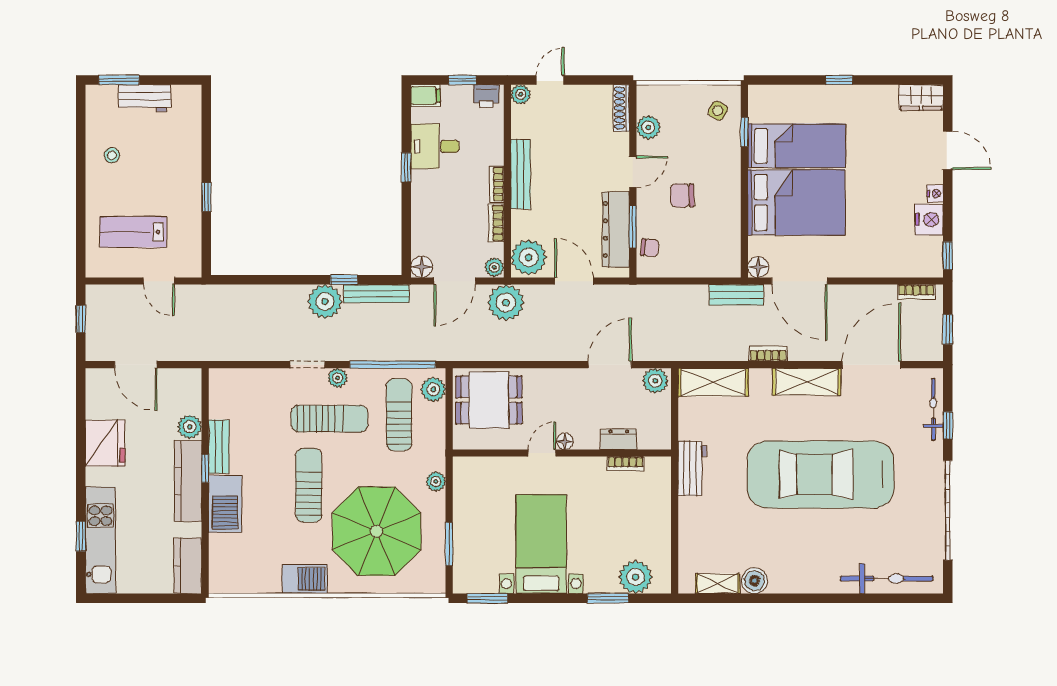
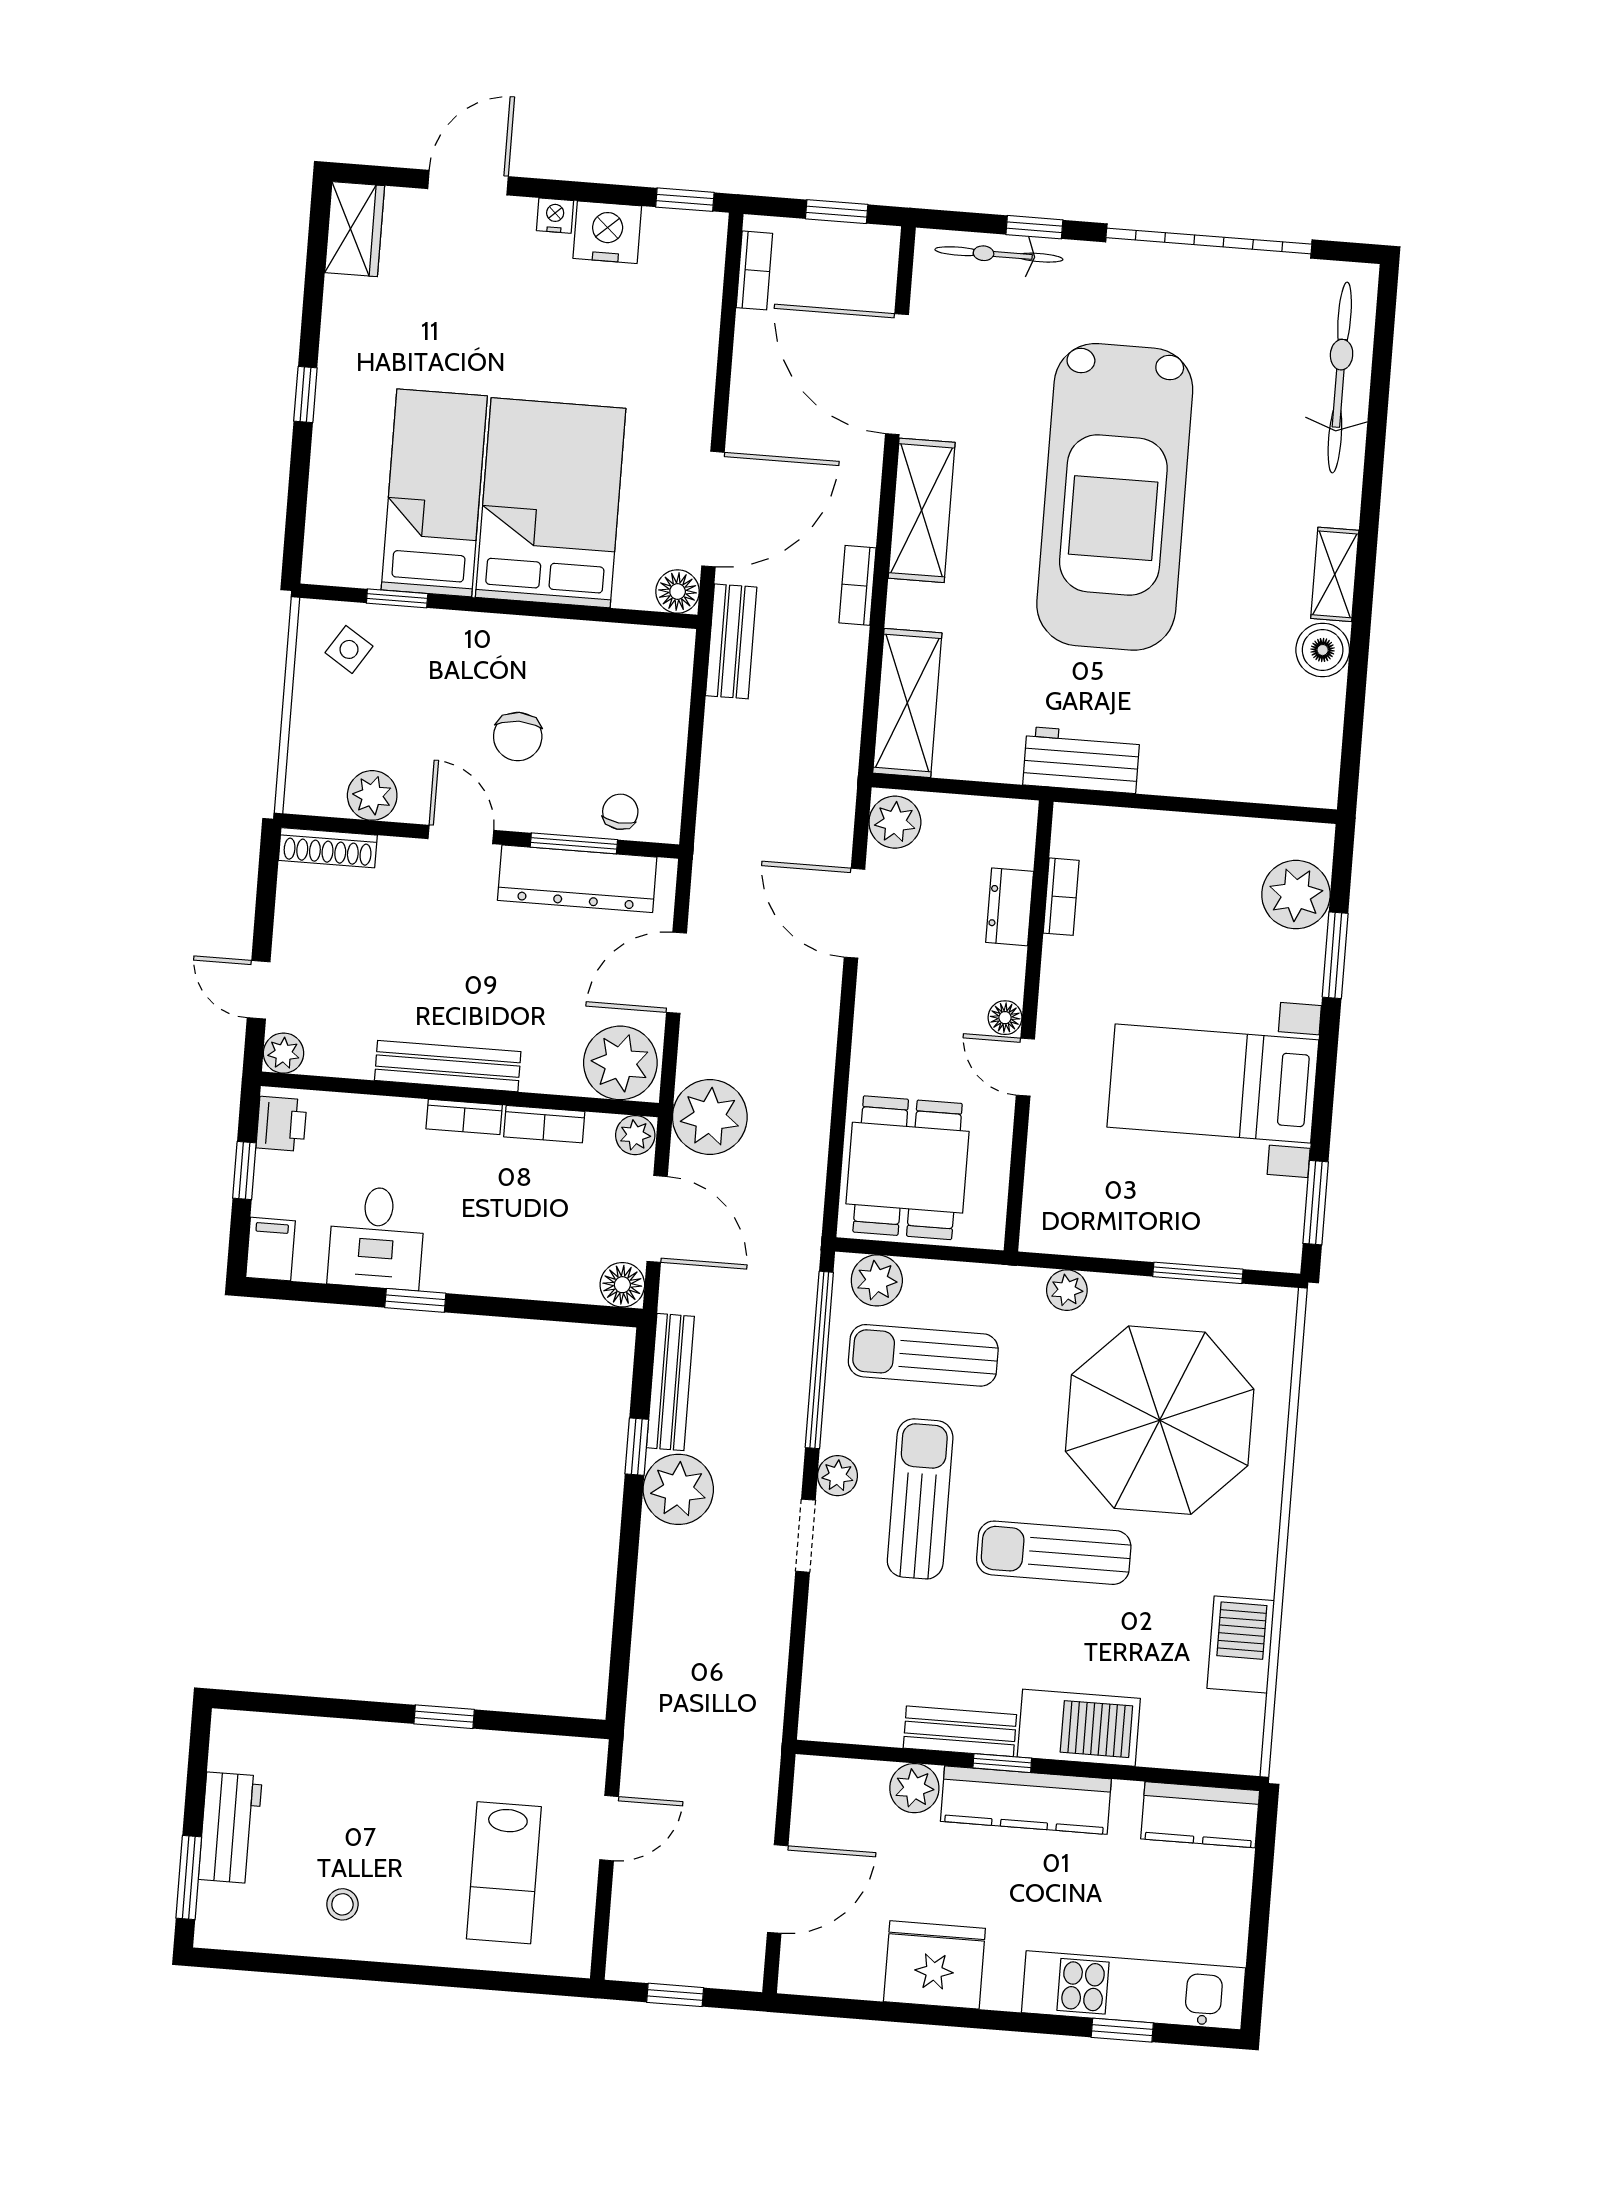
barbecue: (305, 579) -> (1241, 1645), moved
shelving: (718, 584) -> (1335, 574), moved

